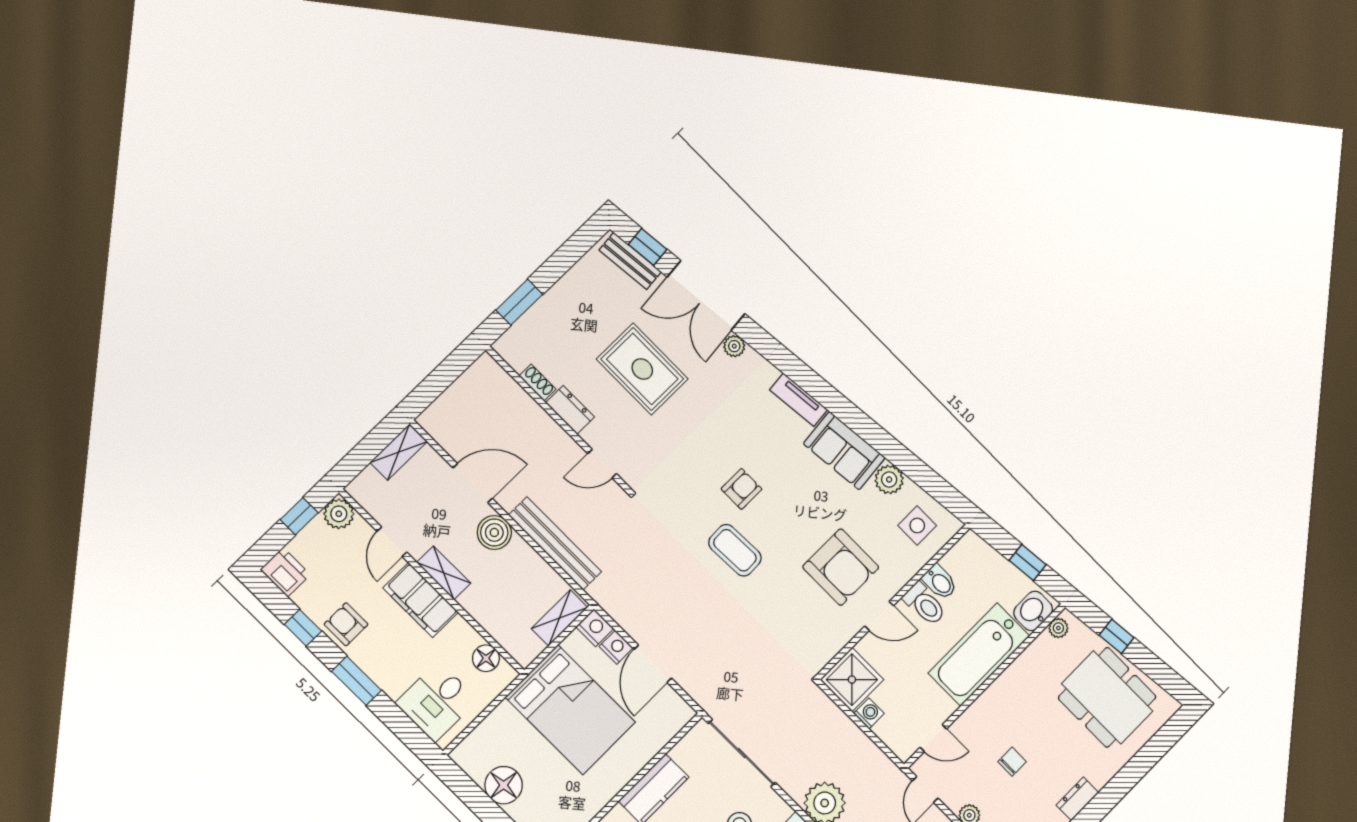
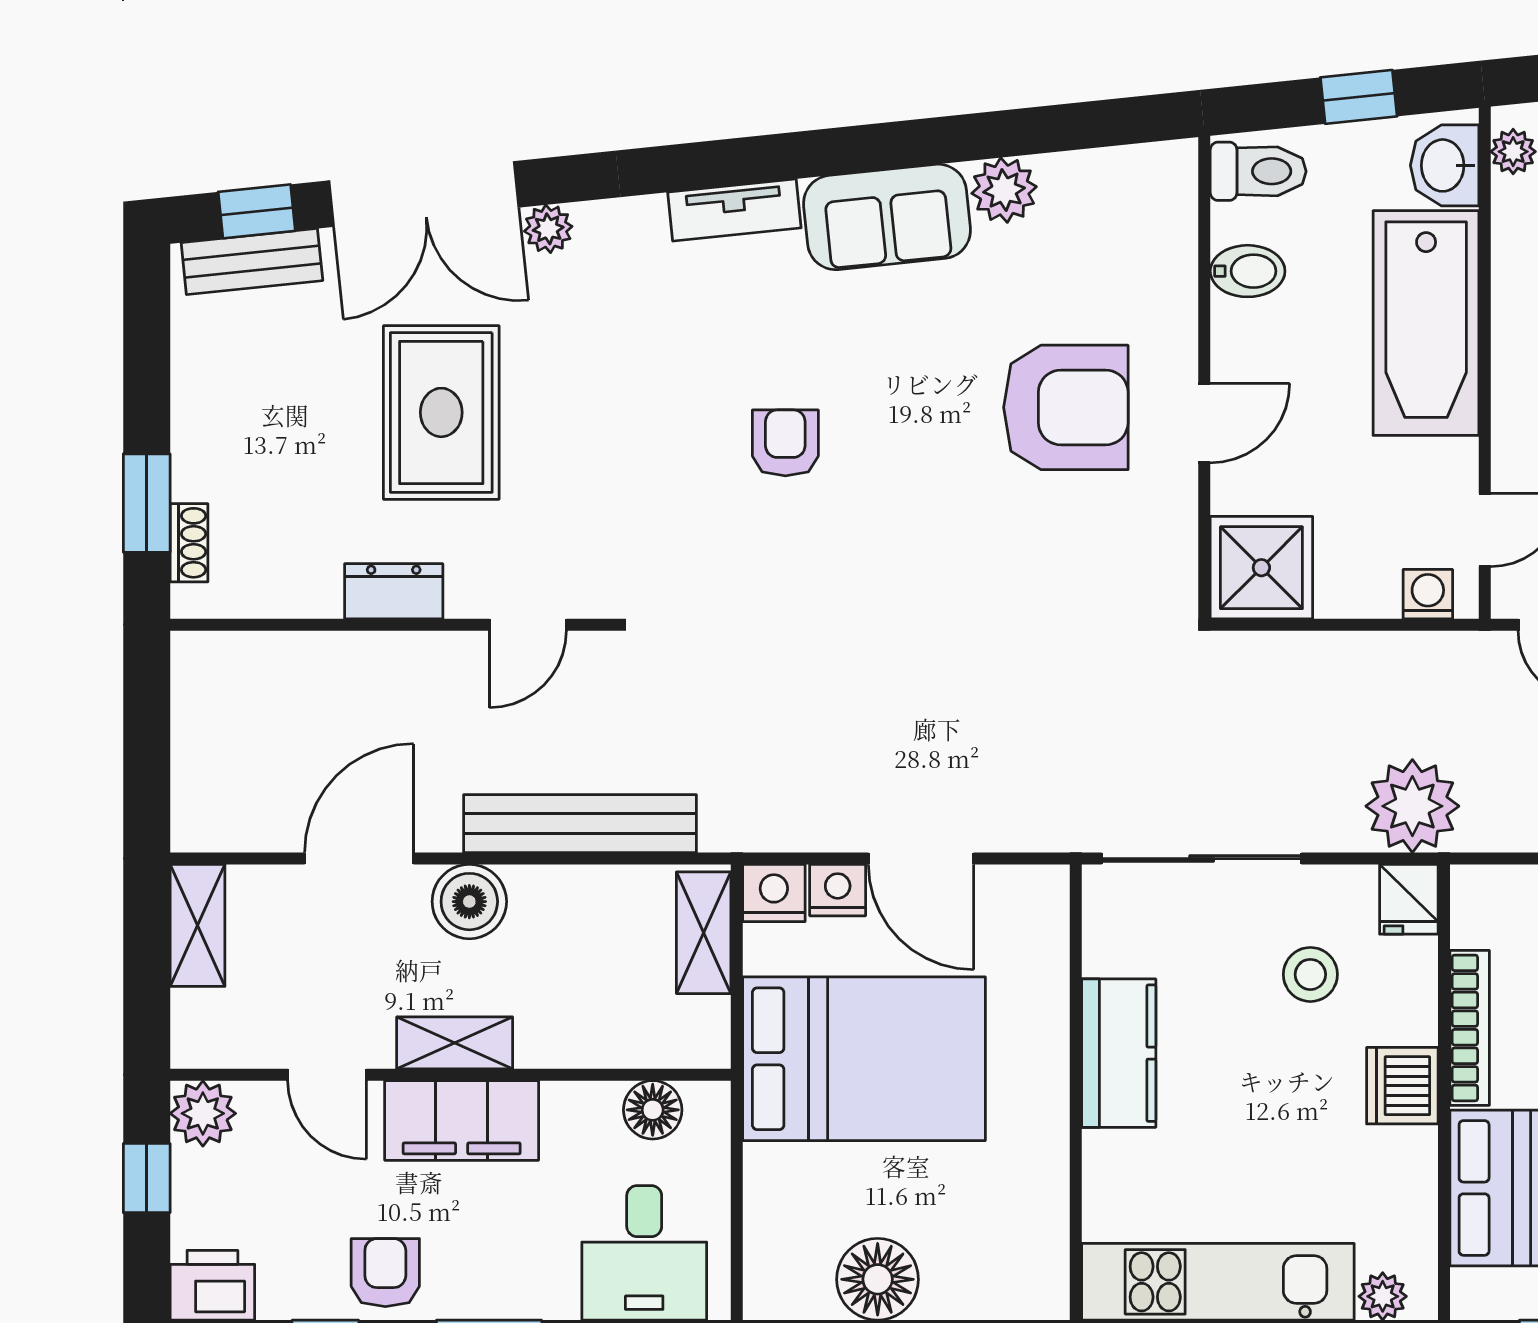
rug: (642, 369) -> (441, 412), turned 90
shoe rack: (537, 383) -> (189, 543), moved, turned 90
side table: (917, 526) -> (1122, 218), removed
coffee table: (735, 550) -> (872, 550), removed
toilet: (925, 604) -> (1258, 171), moved
armchair: (346, 624) -> (385, 1273), turned 90
washing machine: (869, 713) -> (1428, 594), moved

